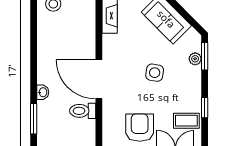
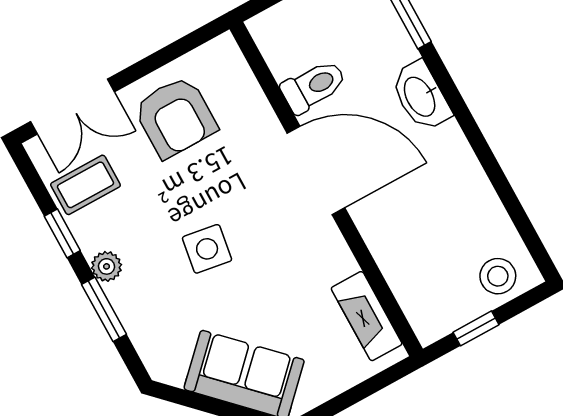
window: (205, 56) -> (104, 309), moved
plant: (195, 59) -> (107, 266), moved
washbasin: (43, 92) -> (421, 96), width x1.91, depth x1.45

